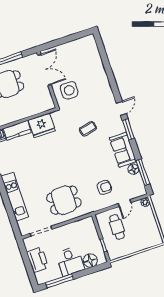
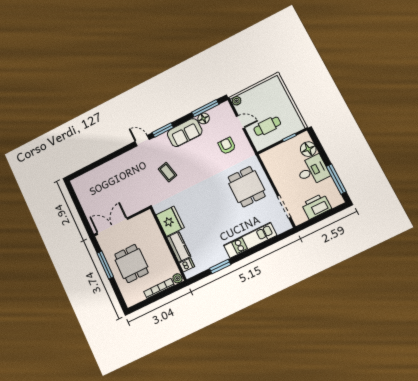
side table: (69, 90) -> (130, 197), removed

